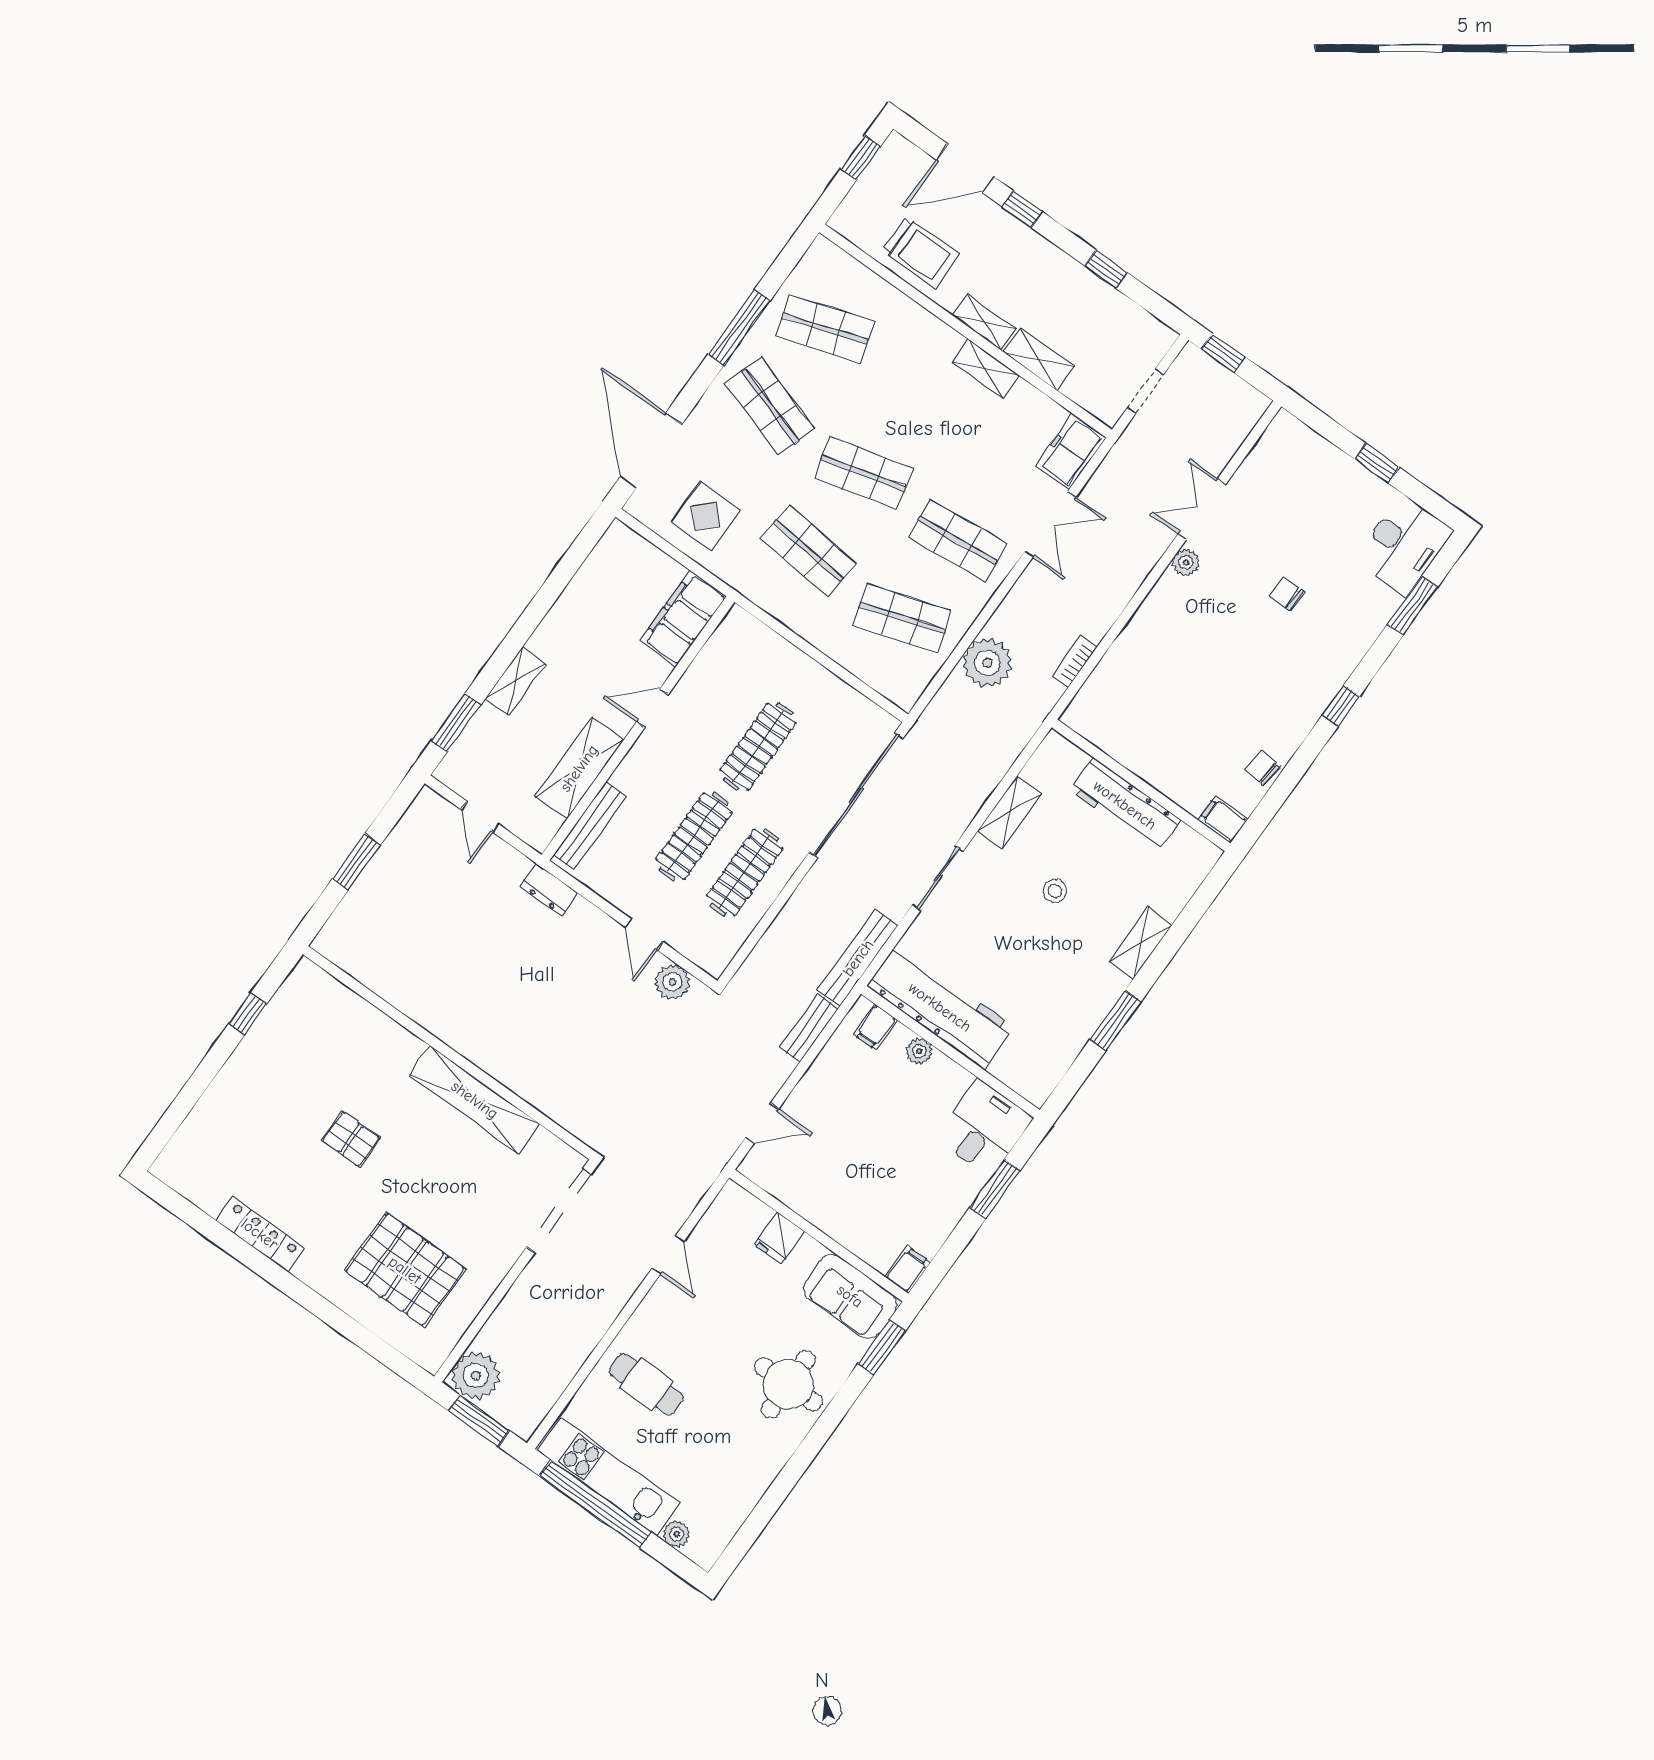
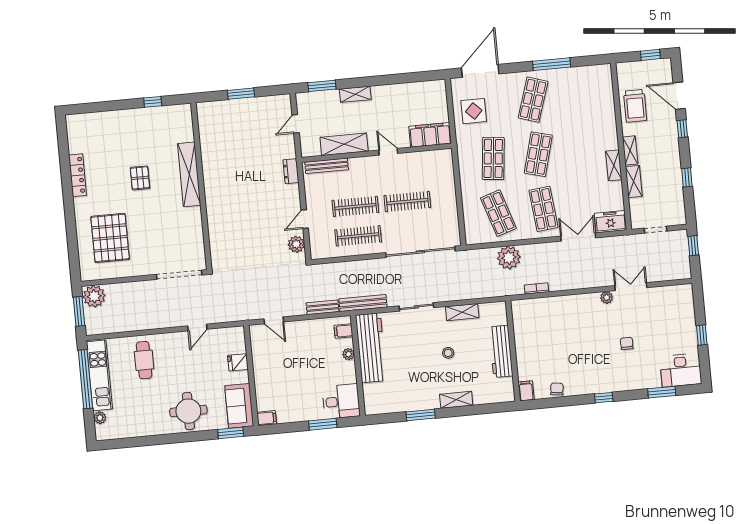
shop shelf: (825, 329) -> (578, 95), removed
shop shelf: (864, 473) -> (538, 154), turned 30
double door: (1050, 524) -> (578, 237), swing flipped
shelving: (475, 1100) -> (189, 174), moved

